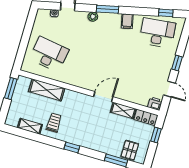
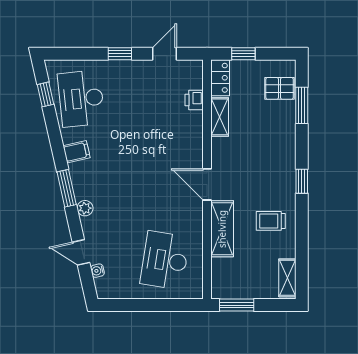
shelving: (47, 90) -> (222, 229), moved
door: (103, 97) -> (207, 184), moved
printer: (155, 104) -> (194, 100), moved
shelving: (30, 126) -> (287, 278), moved

